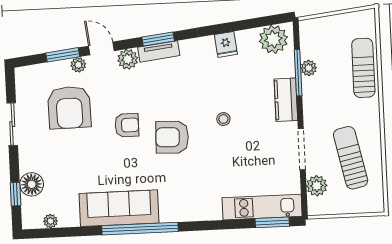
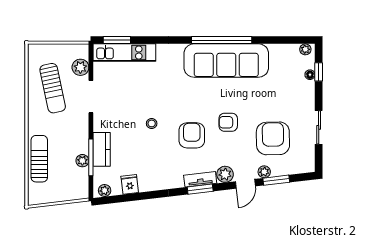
plant: (273, 39) -> (105, 191), width x0.53, depth x0.53
fridge: (226, 44) -> (130, 184), moved
door: (101, 48) -> (245, 184), hinge flipped
sun lounger: (363, 68) -> (39, 159), turned 180
kitchen counter: (286, 100) -> (102, 149), moved
armchair: (172, 137) -> (192, 135), moved, turned -92
floor lamp: (32, 184) -> (310, 75), width x0.53, depth x0.53
sofa: (119, 208) -> (226, 61), width x1.36, depth x1.27
plant: (51, 221) -> (305, 49), moved

